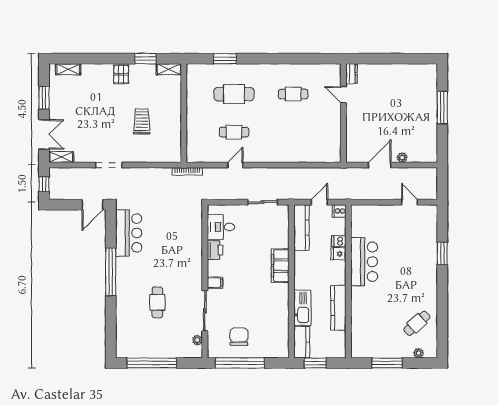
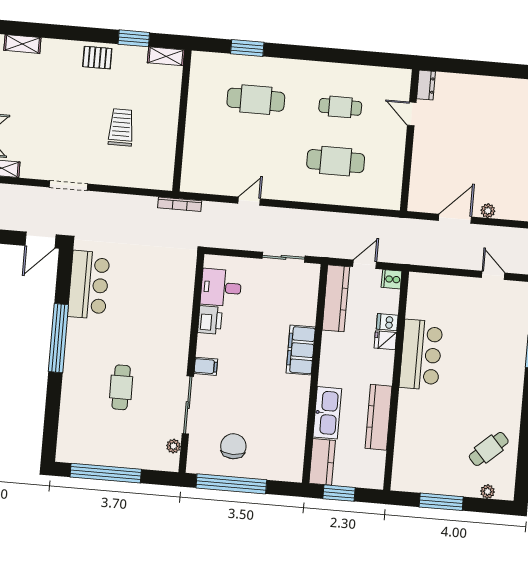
pallet: (121, 74) -> (97, 58), turned 90
cafe table: (234, 132) -> (336, 161), moved, width x1.37, depth x1.35

